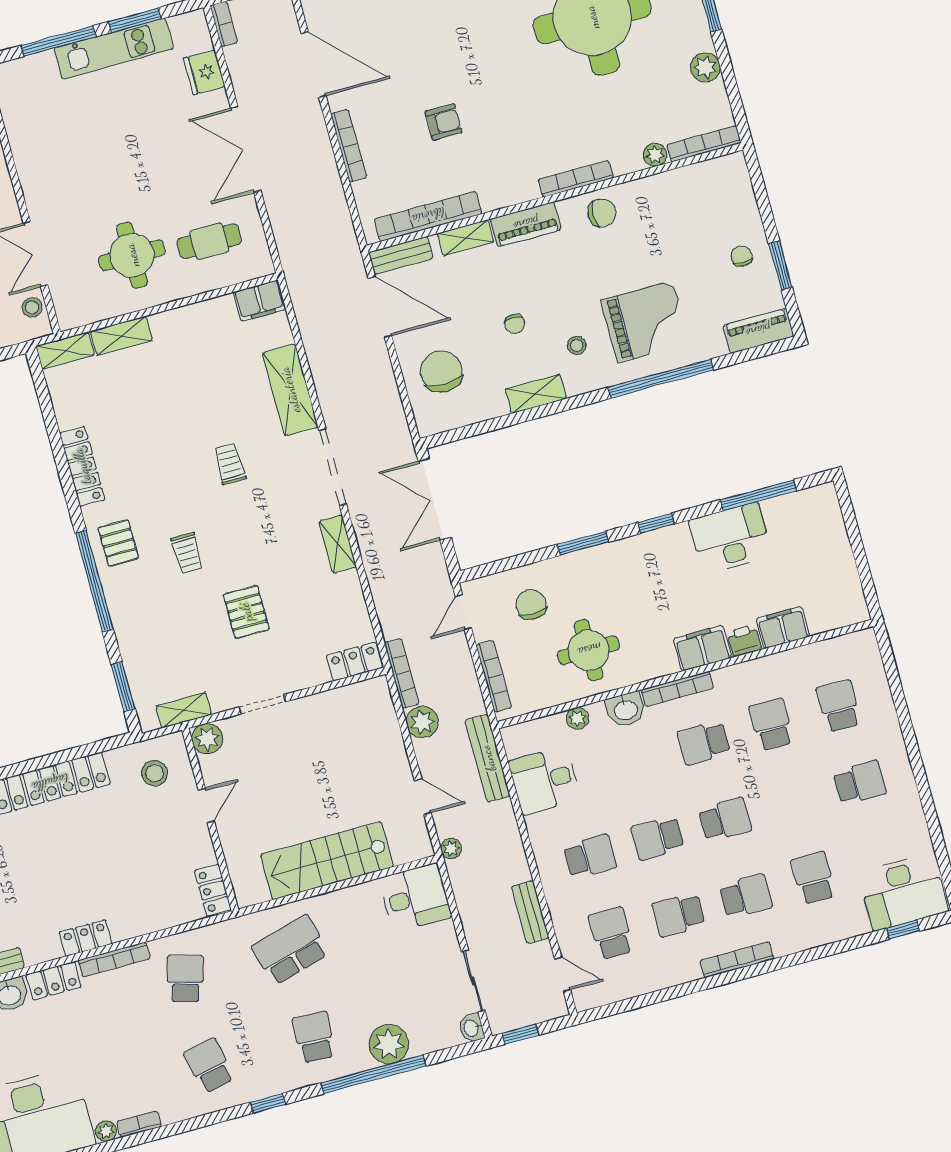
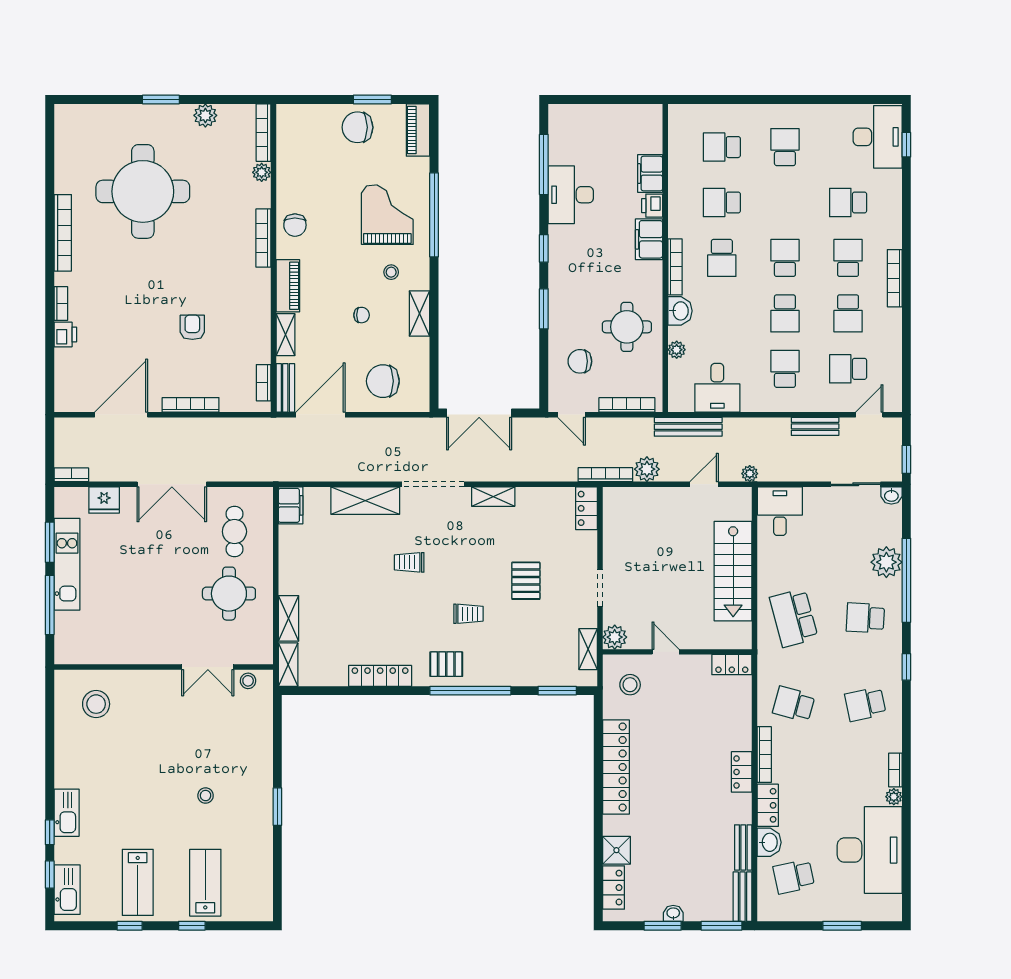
chair: (602, 213) -> (295, 225), turned 180
bookcase: (428, 216) -> (264, 383), width x0.43, depth x0.76
chair: (742, 256) -> (357, 127), width x1.87, depth x1.87
pallet: (246, 612) -> (526, 581), turned 90

